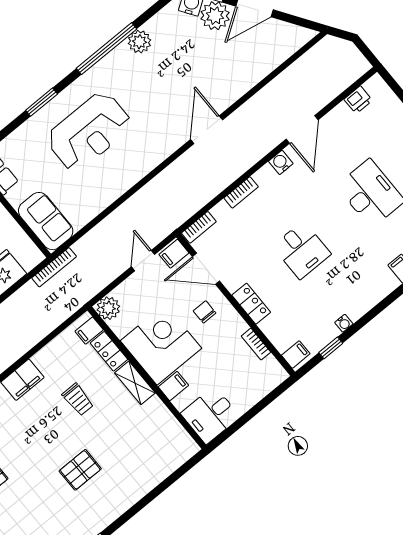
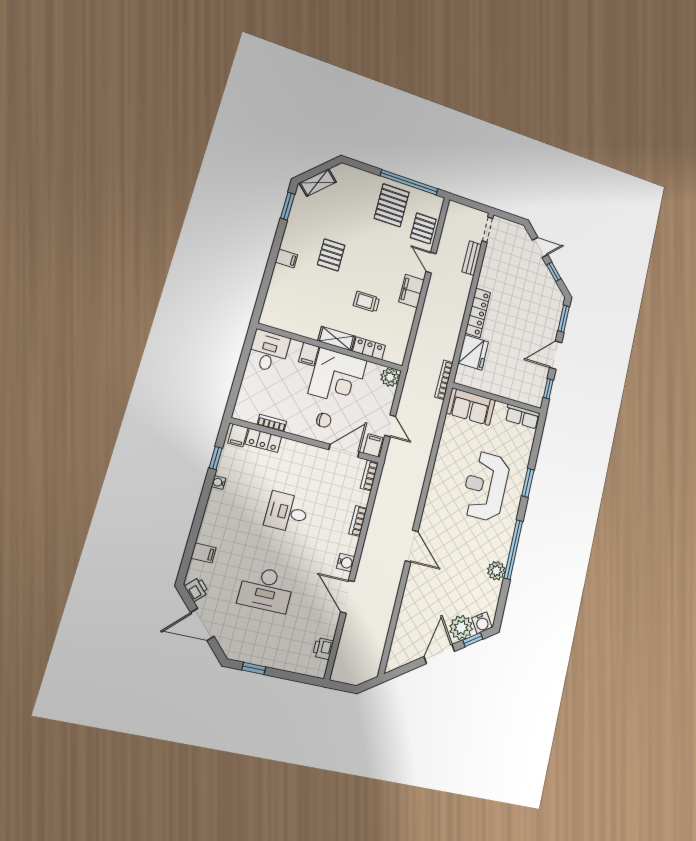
locker: (251, 304) -> (263, 440), moved
filing cabinet: (89, 331) -> (286, 258), moved, turned 90

